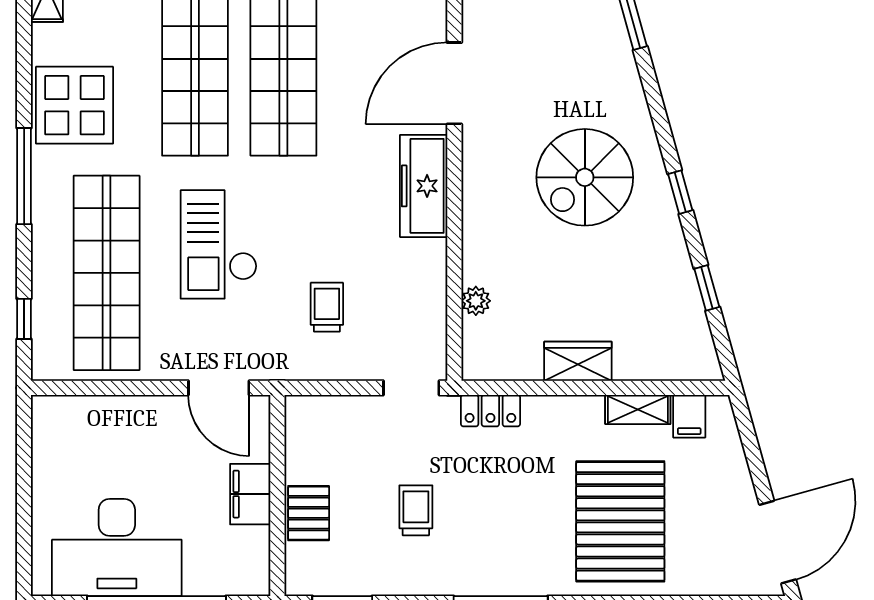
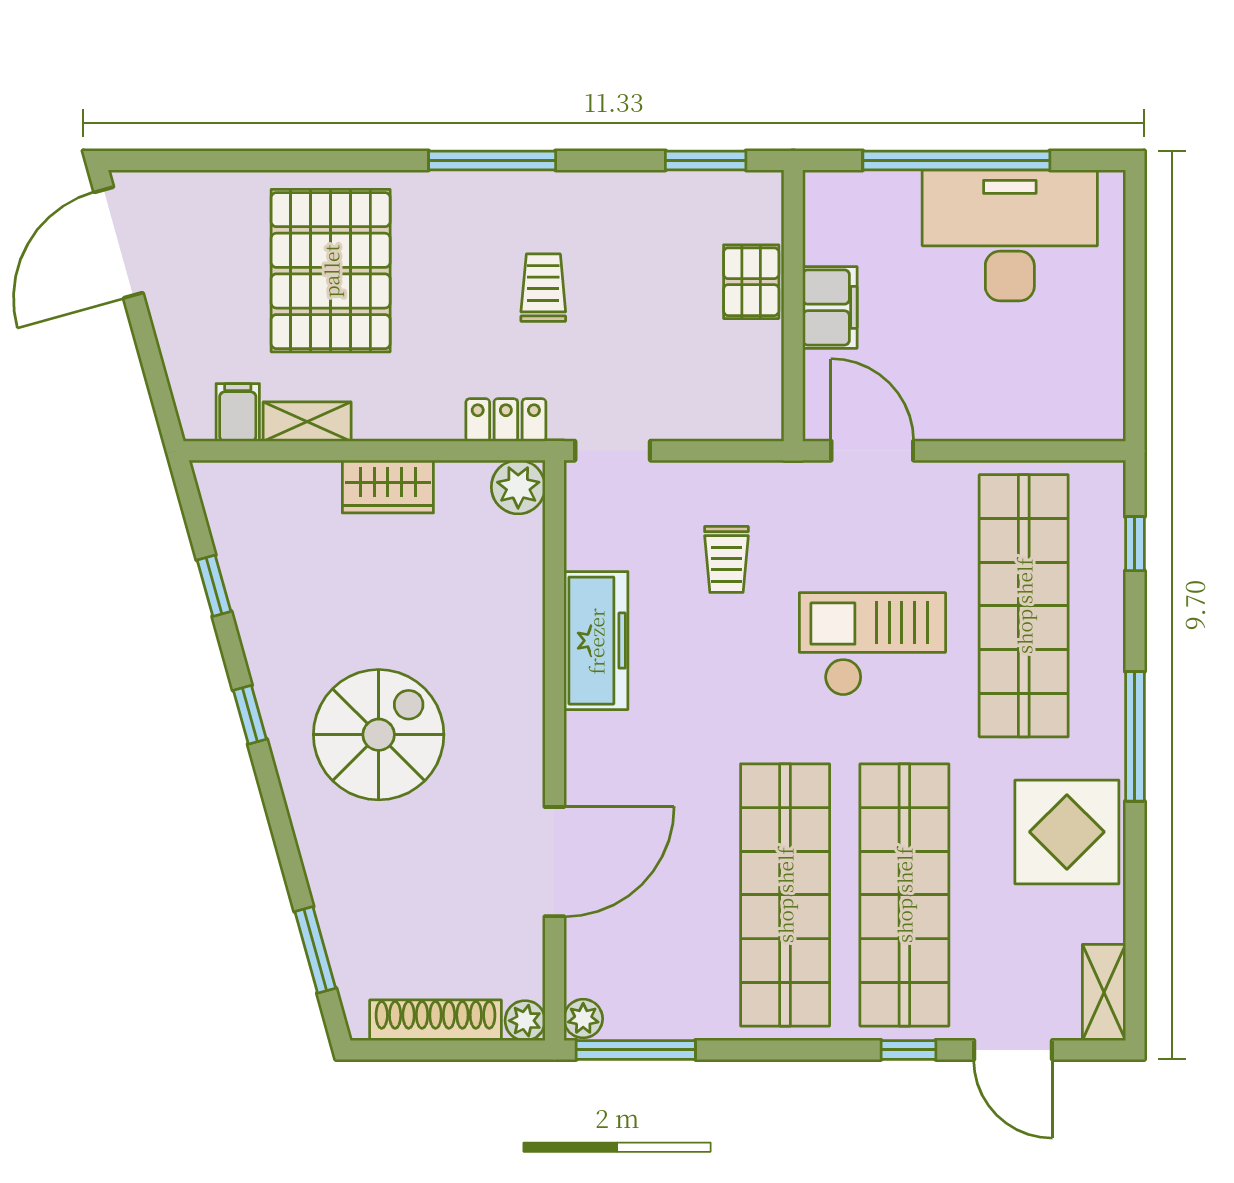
freezer: (424, 186) -> (596, 641), moved
checkout: (219, 244) -> (872, 644), turned -90
plant: (476, 301) -> (518, 487), moved, width x1.38, depth x1.38
trolley: (416, 510) -> (543, 288), moved, turned 180

